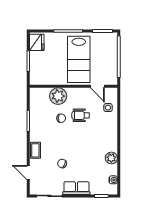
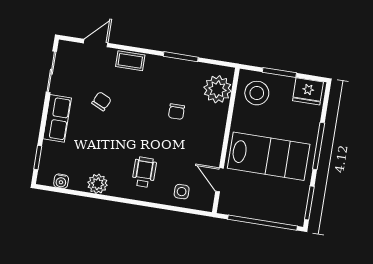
lab bench: (79, 59) -> (269, 156), turned 180
stool: (43, 72) -> (257, 93), added
door: (97, 86) -> (219, 180), hinge flipped
plant: (58, 96) -> (217, 89), moved
wheelchair: (81, 115) -> (144, 172), moved

